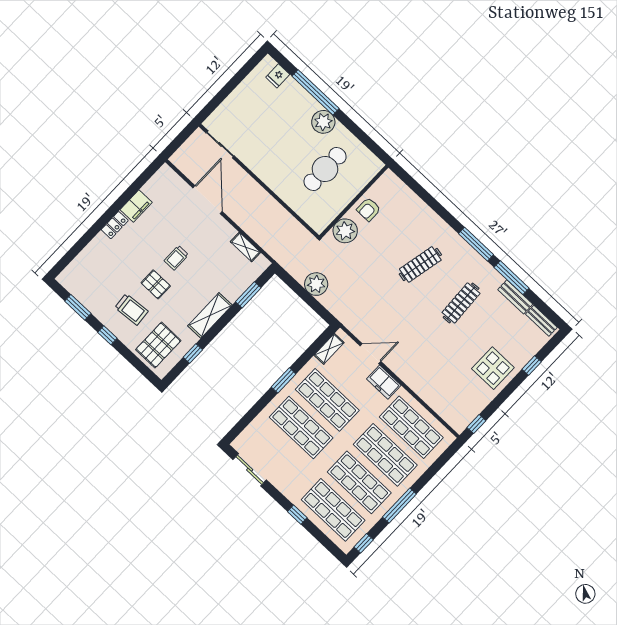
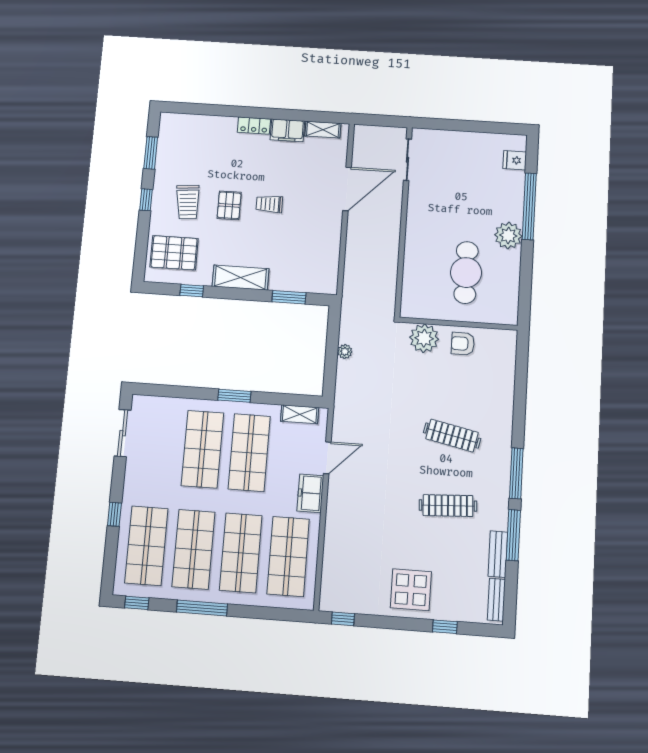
cafe table: (325, 169) -> (466, 273), turned 90
shelving: (245, 247) -> (323, 130), moved, turned 90
plant: (316, 284) -> (345, 352), width x0.53, depth x0.53
door: (370, 354) -> (327, 458), hinge flipped

